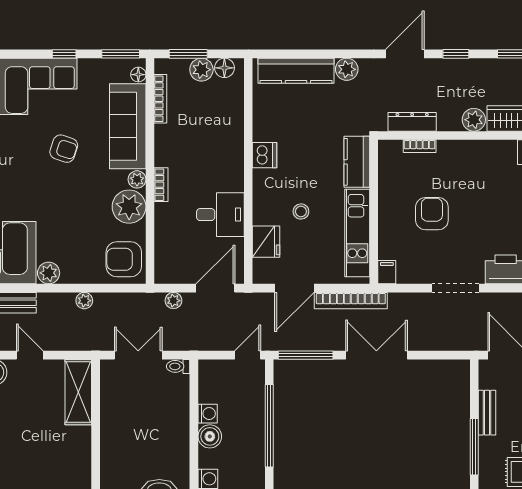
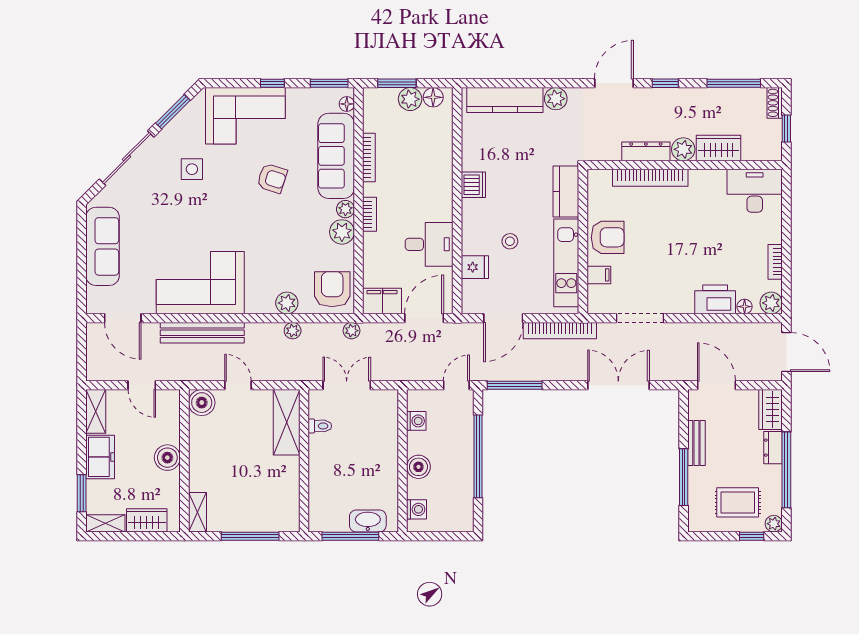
bookcase: (160, 99) -> (369, 158), moved
dresser: (412, 122) -> (646, 151), moved
bookcase: (420, 146) -> (650, 178), width x2.31, depth x1.31
plant: (129, 207) -> (342, 232), width x0.73, depth x0.73
armchair: (432, 214) -> (608, 237), moved, turned 90
fridge: (266, 242) -> (475, 267), width x0.72
armchair: (124, 259) -> (332, 289), turned 90
filing cabinet: (173, 271) -> (382, 301), added
filing cabinet: (387, 272) -> (599, 275), moved, turned 90
plant: (49, 273) -> (287, 303), moved
doorway: (456, 288) -> (640, 318), moved
plant: (173, 301) -> (351, 331), moved
double door: (376, 355) -> (618, 385), moved
toilet: (178, 366) -> (320, 426), moved, turned 180
washing machine: (208, 414) -> (416, 421), moved

